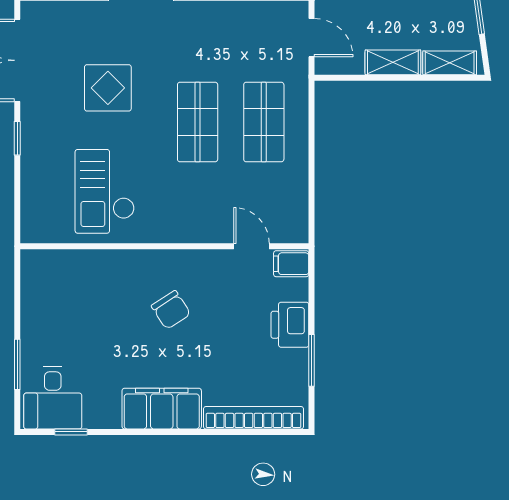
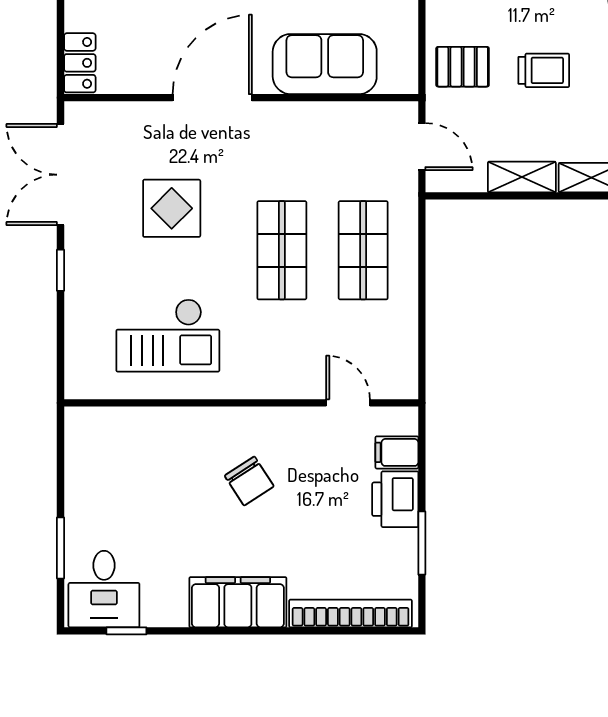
checkout: (105, 191) -> (168, 335), turned -90
filing cabinet: (291, 264) -> (397, 452), moved

